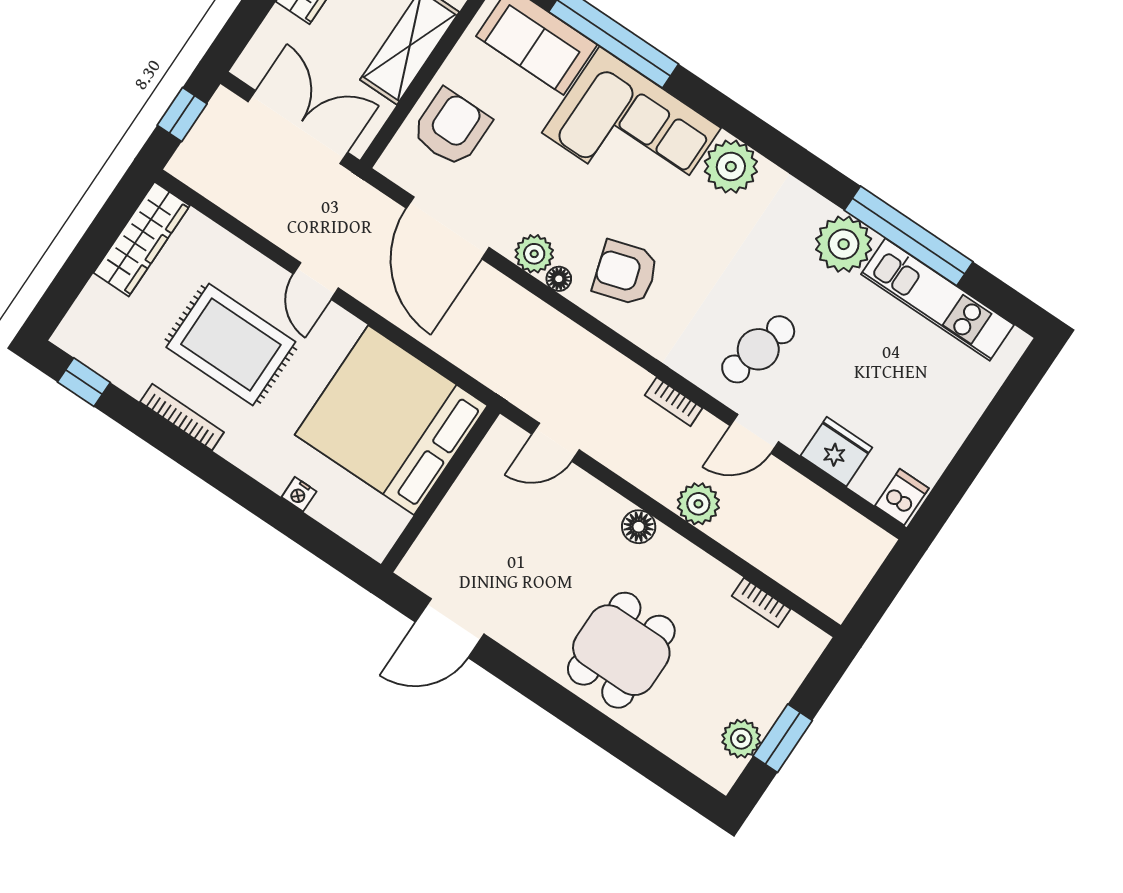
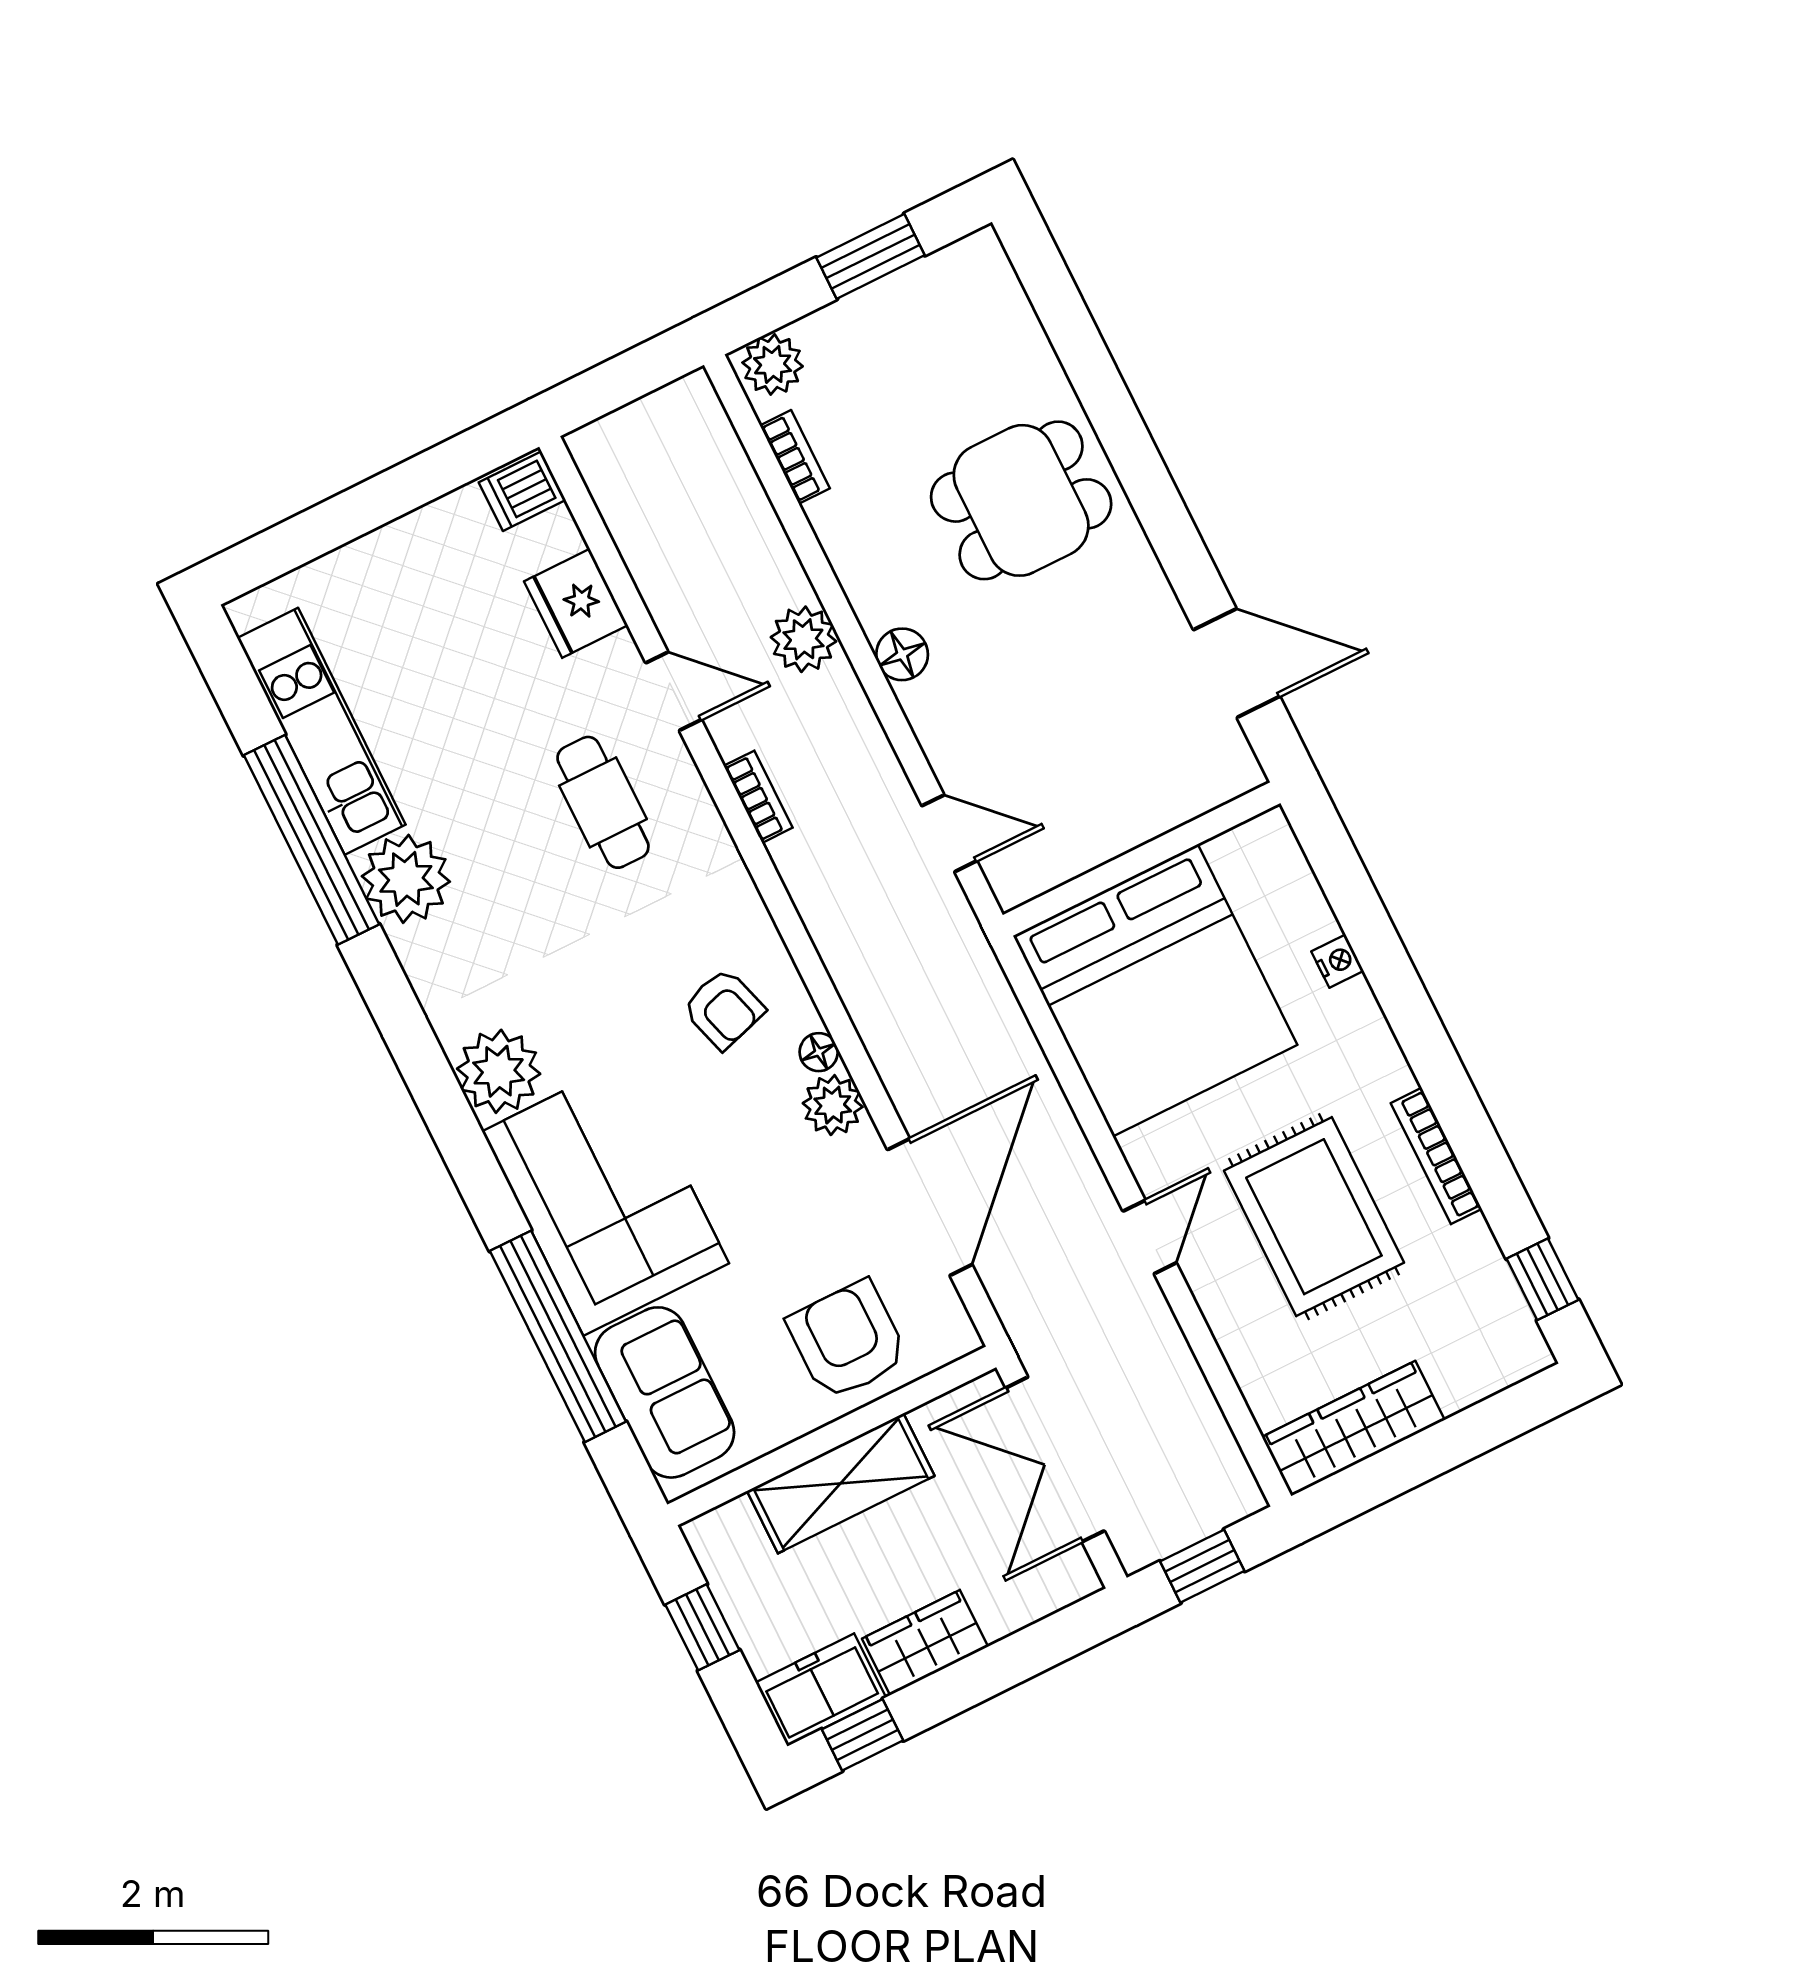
armchair: (451, 128) -> (847, 1340), turned 90
armchair: (625, 273) -> (724, 1009), width x0.72, depth x0.72
cafe table: (758, 349) -> (603, 802), turned 75
plant: (741, 739) -> (773, 364), moved

